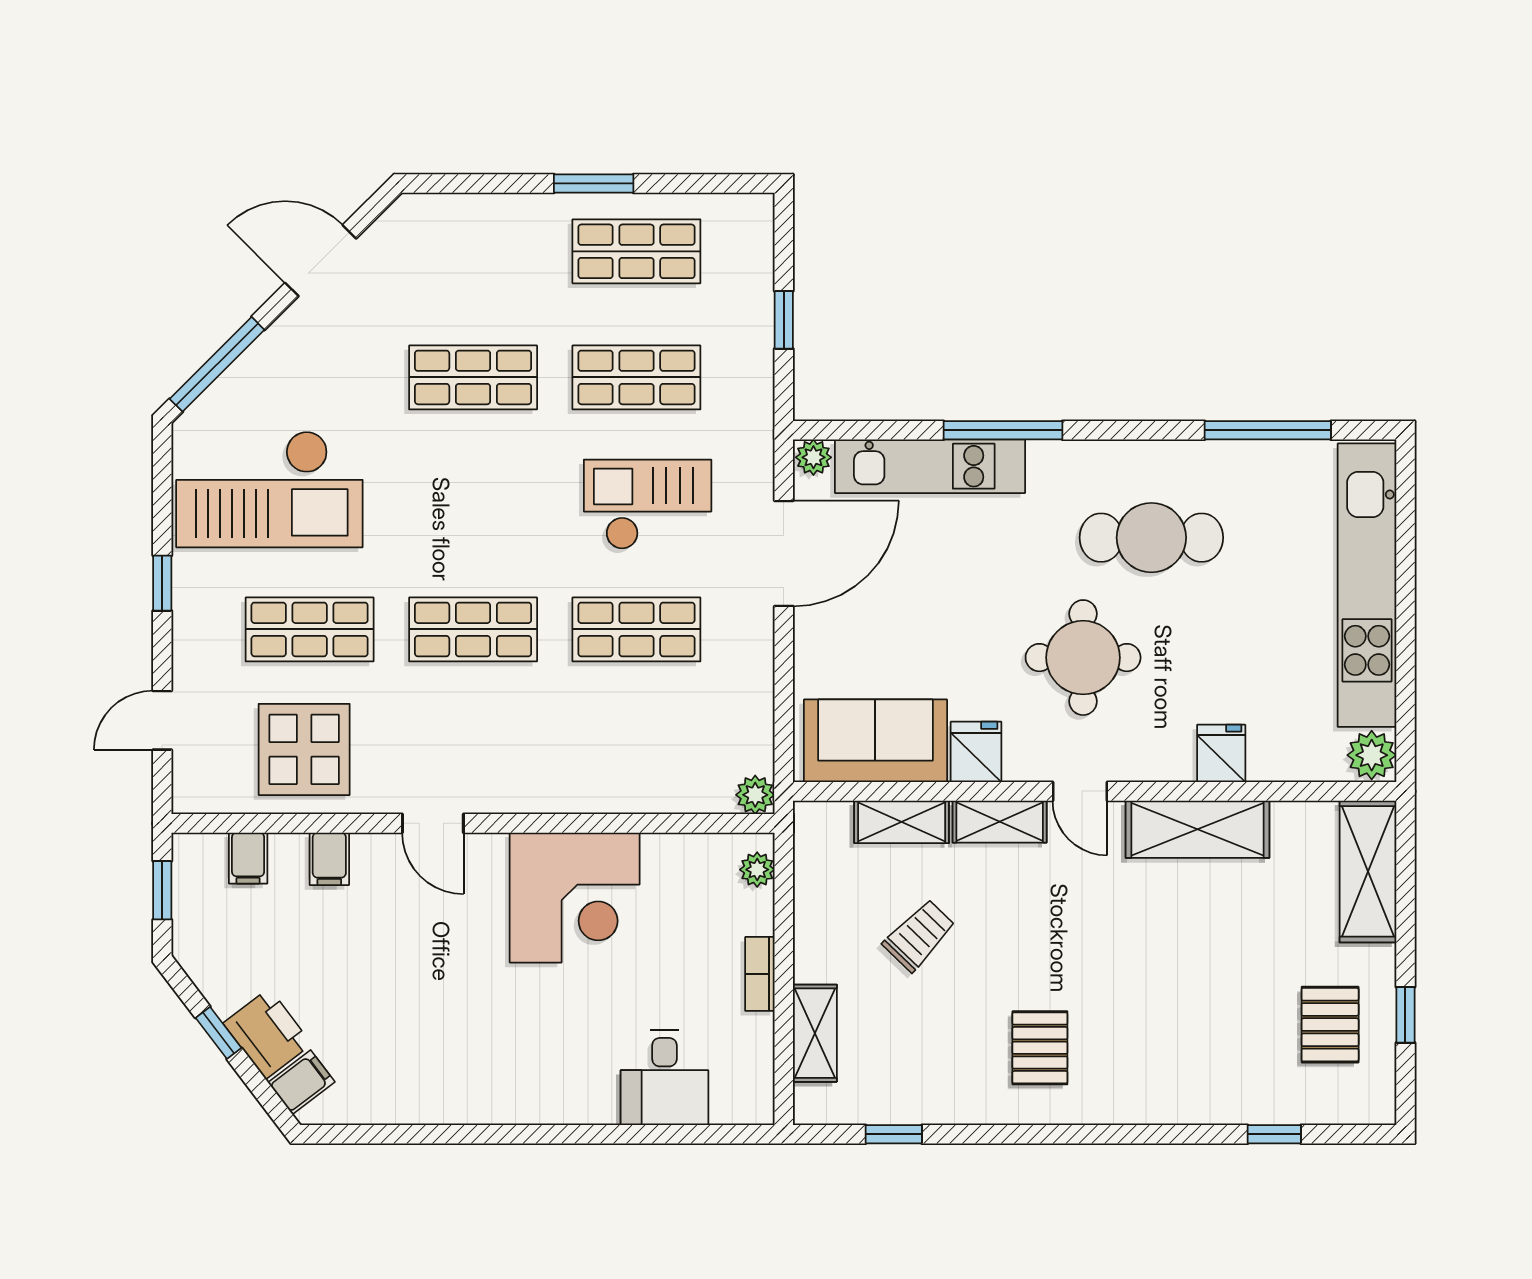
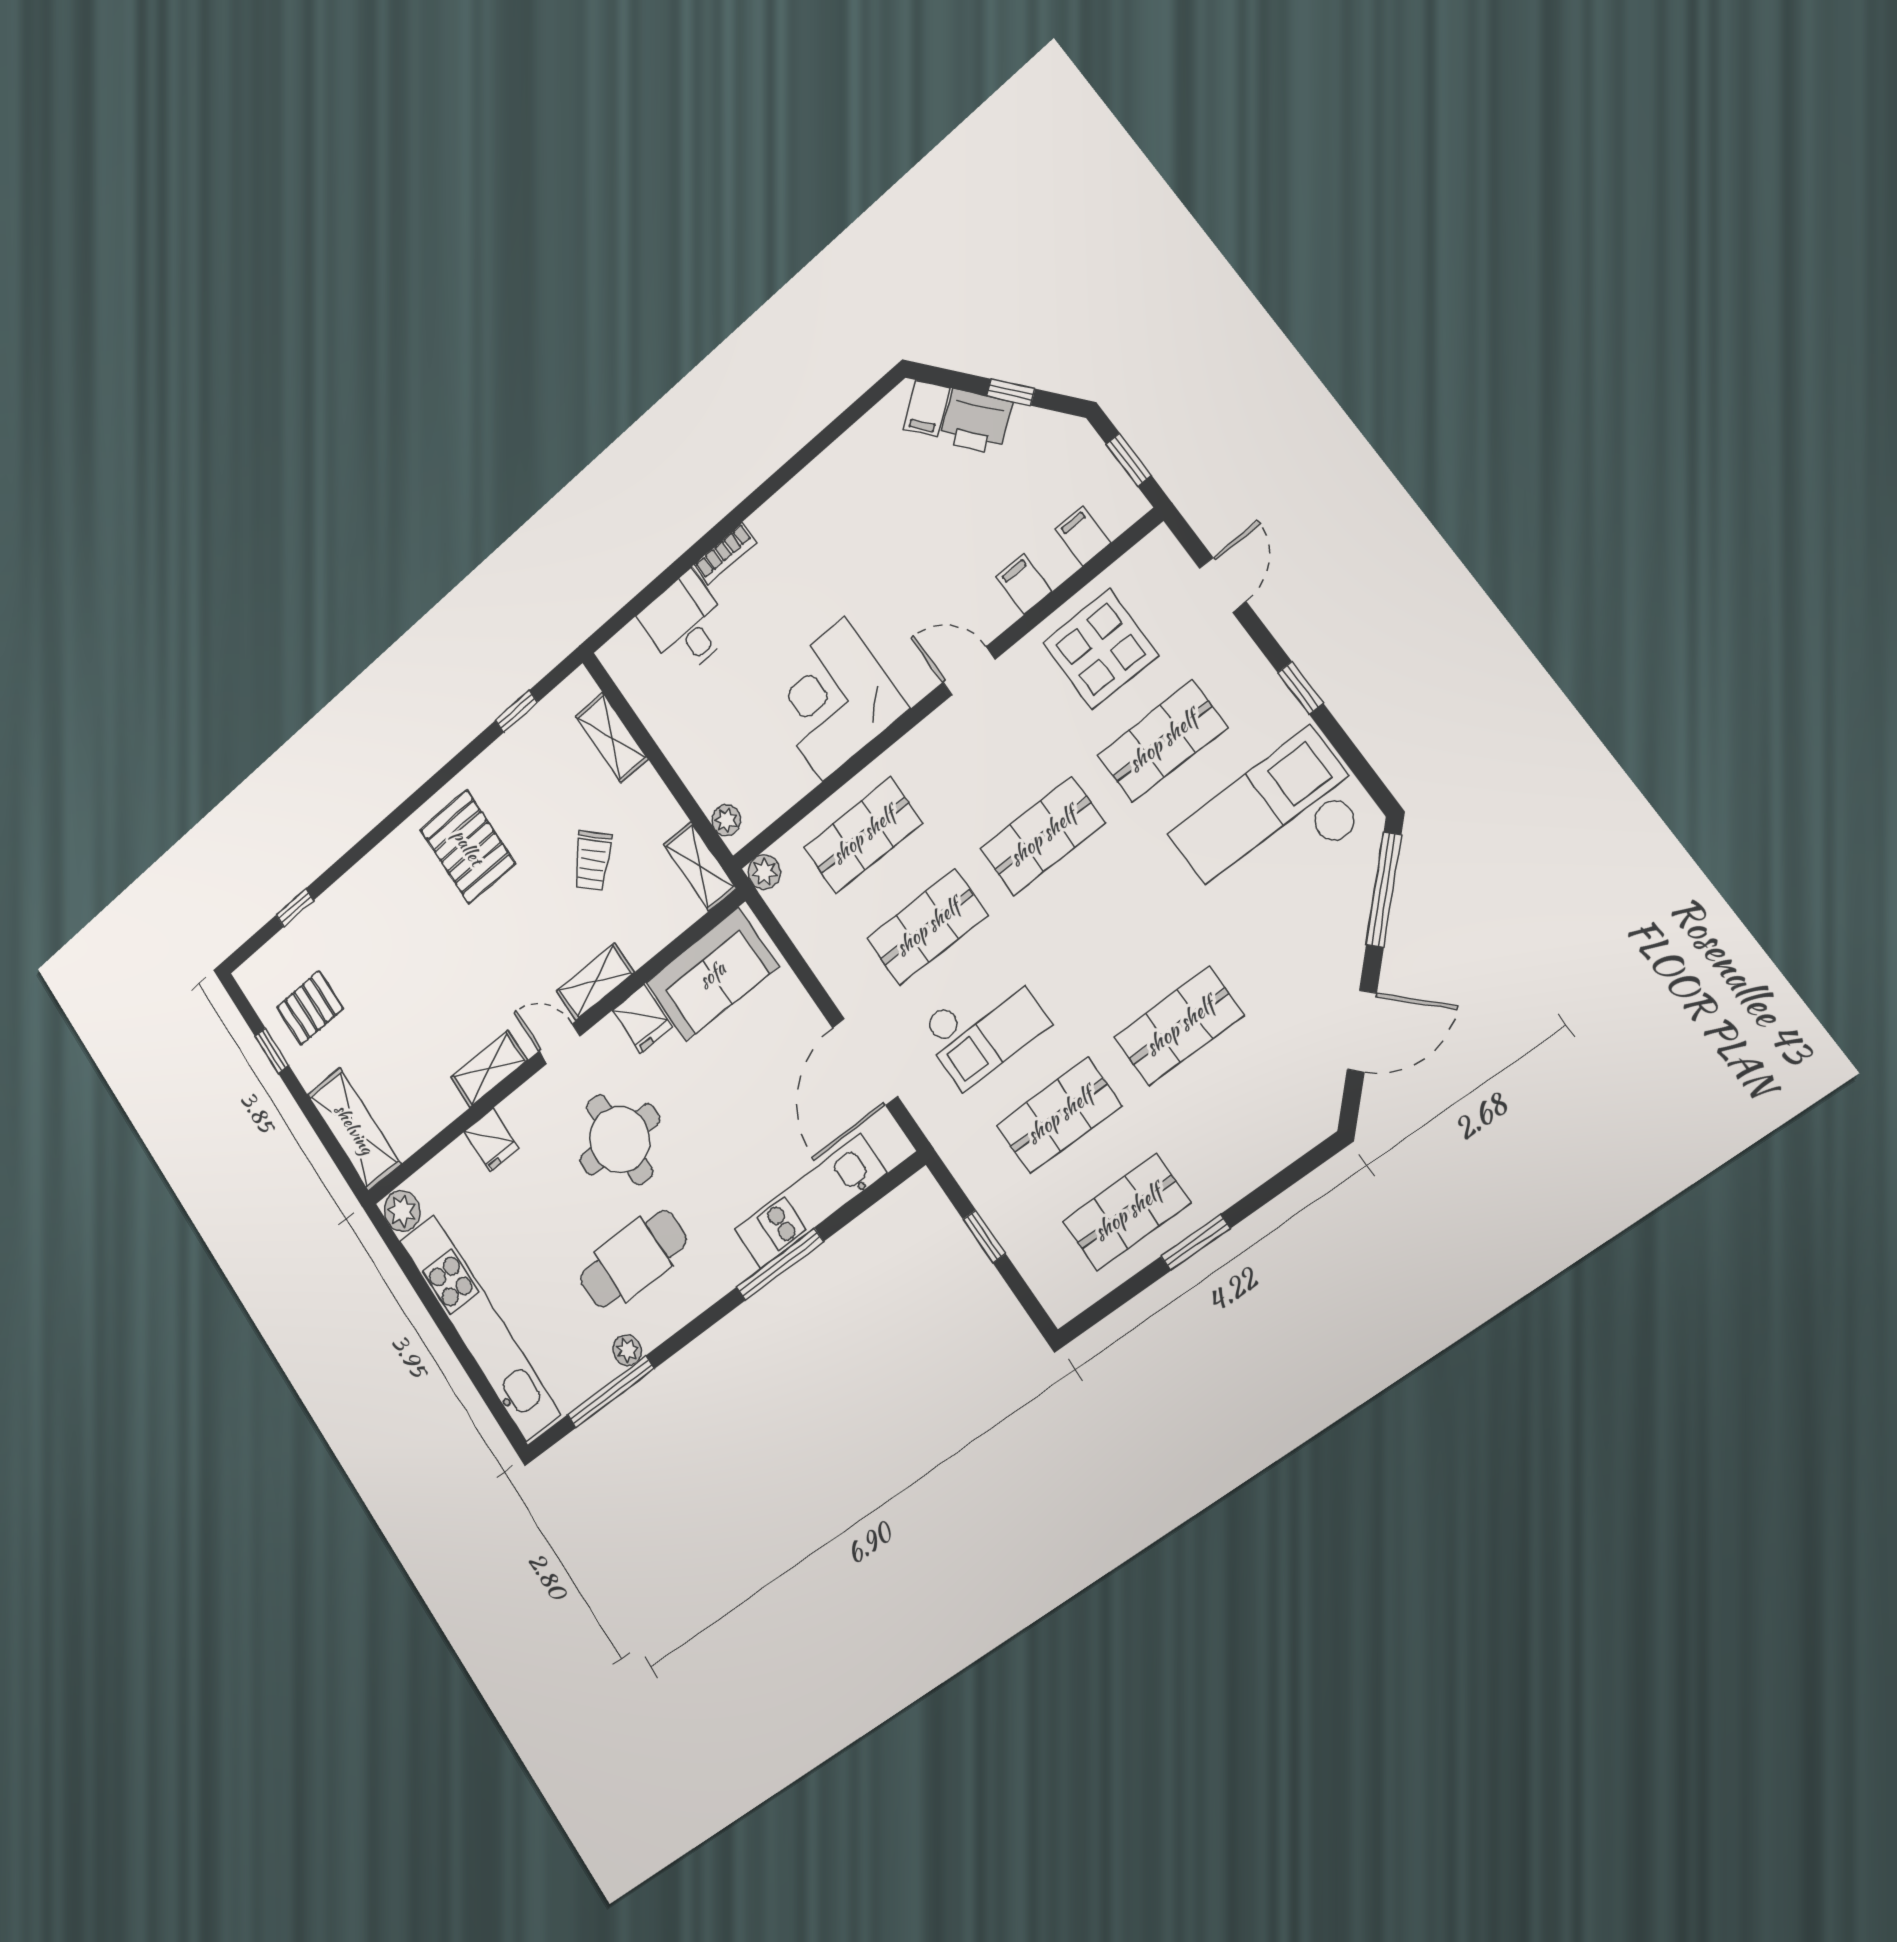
plant: (813, 457) -> (627, 1350), moved
shop shelf: (636, 756) -> (863, 835), added
shelving: (902, 822) -> (700, 866), moved, turned 90
shelving: (1198, 829) -> (489, 1069), width x0.67, depth x0.75
bookcase: (760, 974) -> (725, 554), moved, turned 90
pallet: (1330, 1025) -> (310, 1008), turned 90
pallet: (1040, 1048) -> (468, 847), width x1.50, depth x1.42

